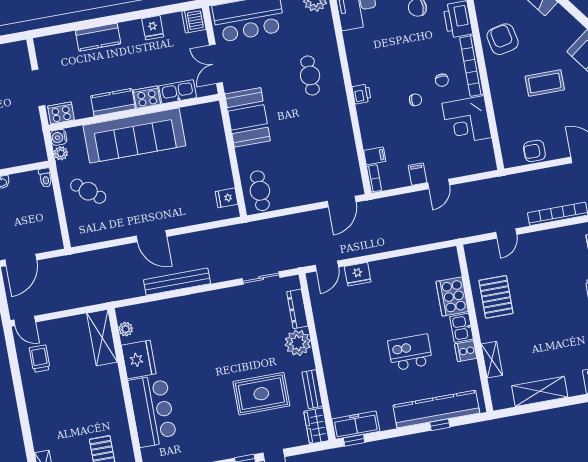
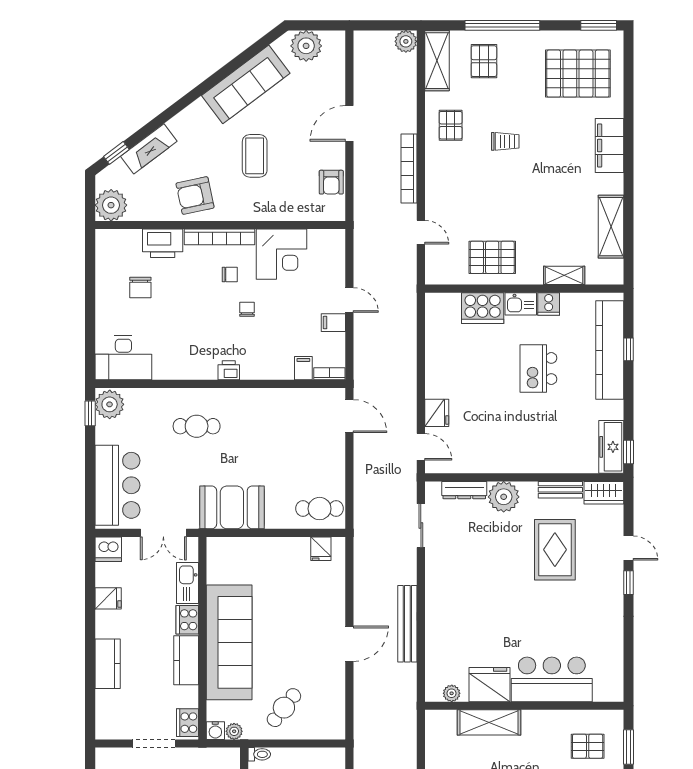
shelving: (102, 338) -> (489, 722), moved

